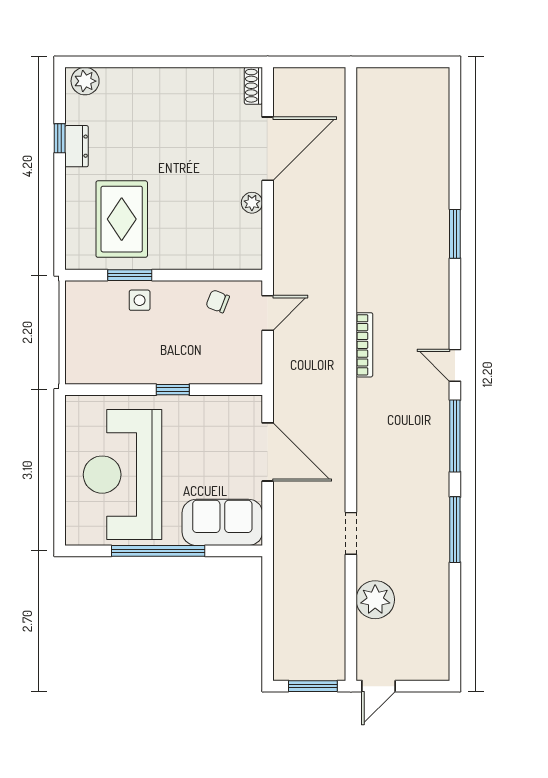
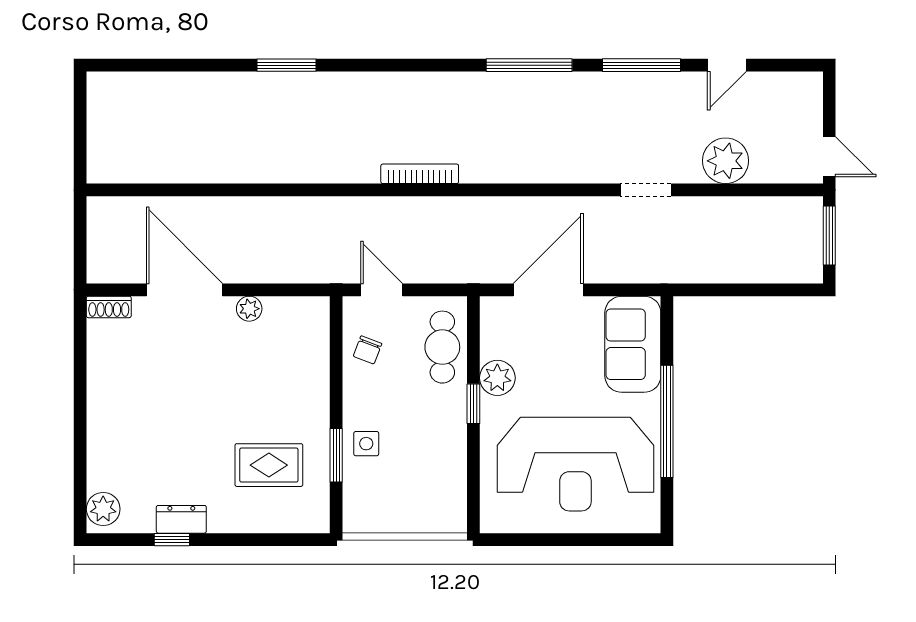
rug: (122, 219) -> (269, 465), width x0.73, depth x0.70
cafe table: (220, 364) -> (442, 347), added
door: (455, 365) -> (727, 65), moved
plant: (194, 410) -> (497, 378), added

